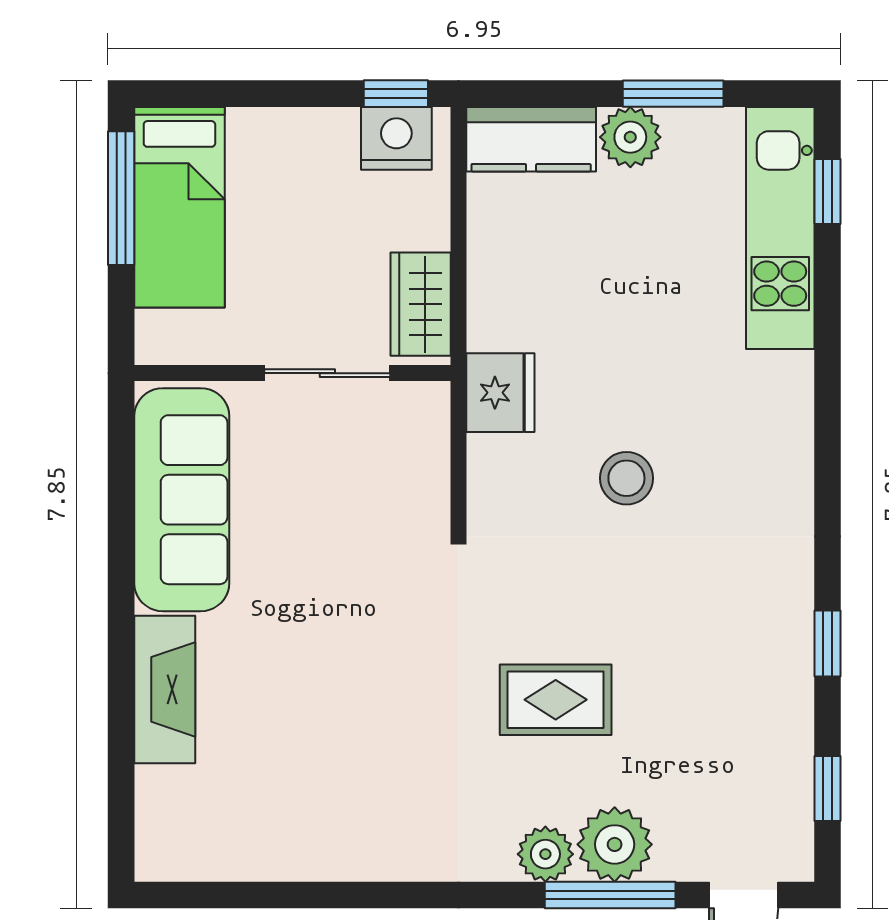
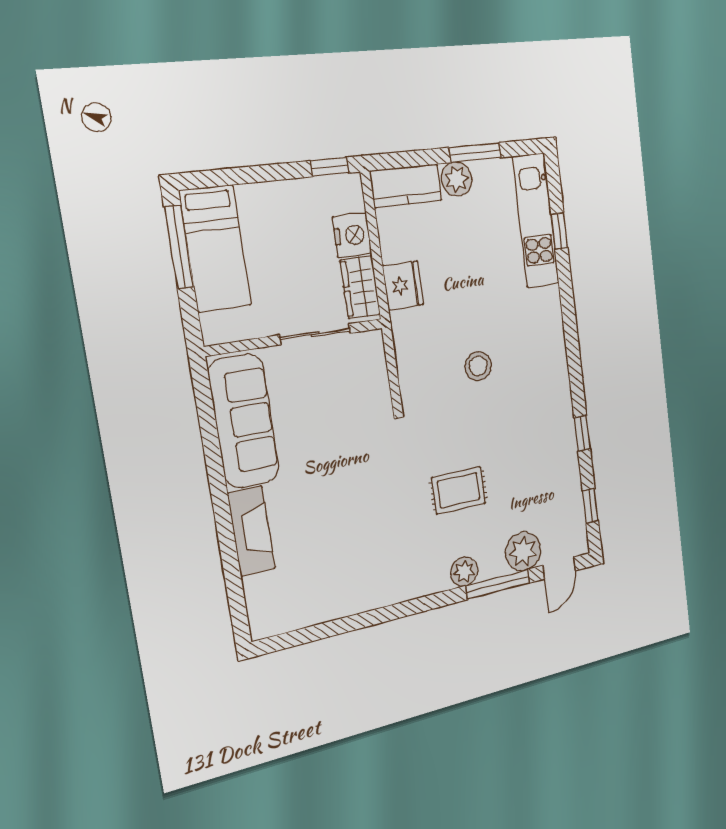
nightstand: (396, 138) -> (352, 235), moved, turned 90
window: (828, 191) -> (559, 231), moved
fridge: (500, 393) -> (403, 285), moved
plant: (615, 844) -> (523, 551), moved

